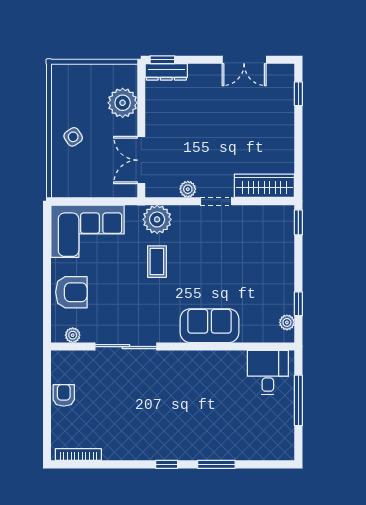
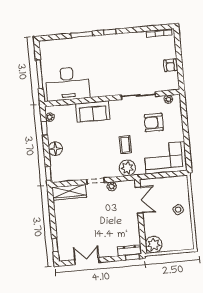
plant: (123, 103) -> (154, 245), moved
floor lamp: (282, 265) -> (55, 149), added
armchair: (71, 292) -> (154, 123), moved
desk: (268, 373) -> (67, 84), width x1.87, depth x1.30

